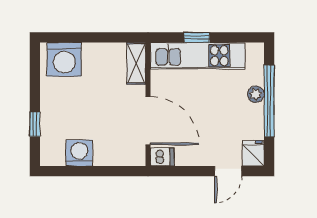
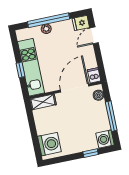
washing machine: (79, 153) -> (105, 139), moved
boiler: (128, 157) -> (98, 95), added
window: (89, 171) -> (111, 116), added
door: (228, 171) -> (94, 35), swing flipped

